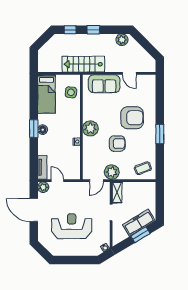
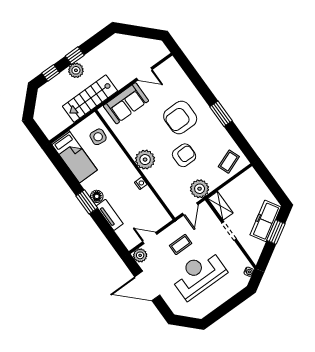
plant: (122, 40) -> (76, 70), moved
armchair: (132, 118) -> (180, 117), turned 180
tv unit: (42, 167) -> (110, 215), moved
coffee table: (74, 199) -> (181, 244), added

